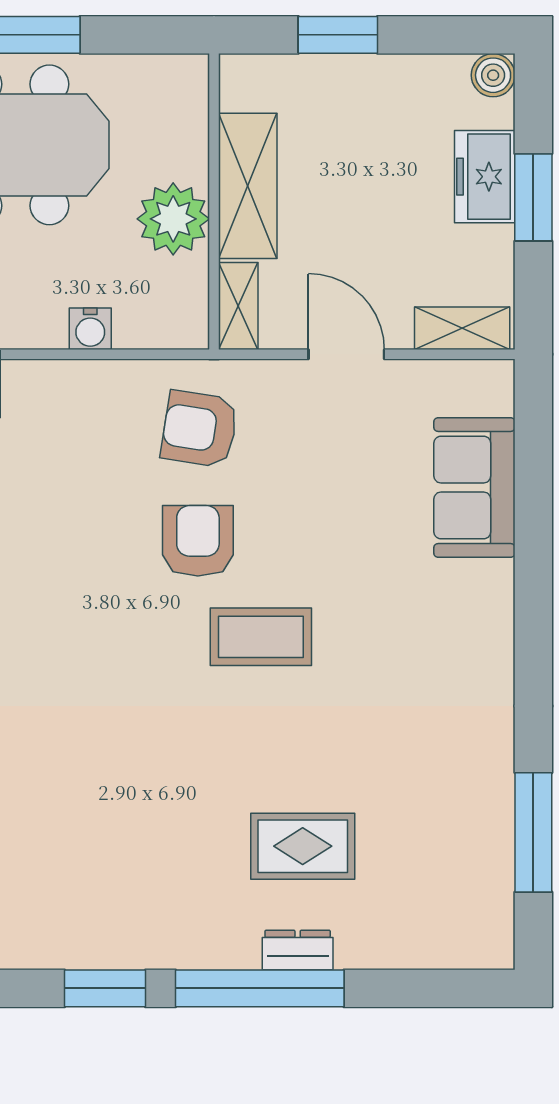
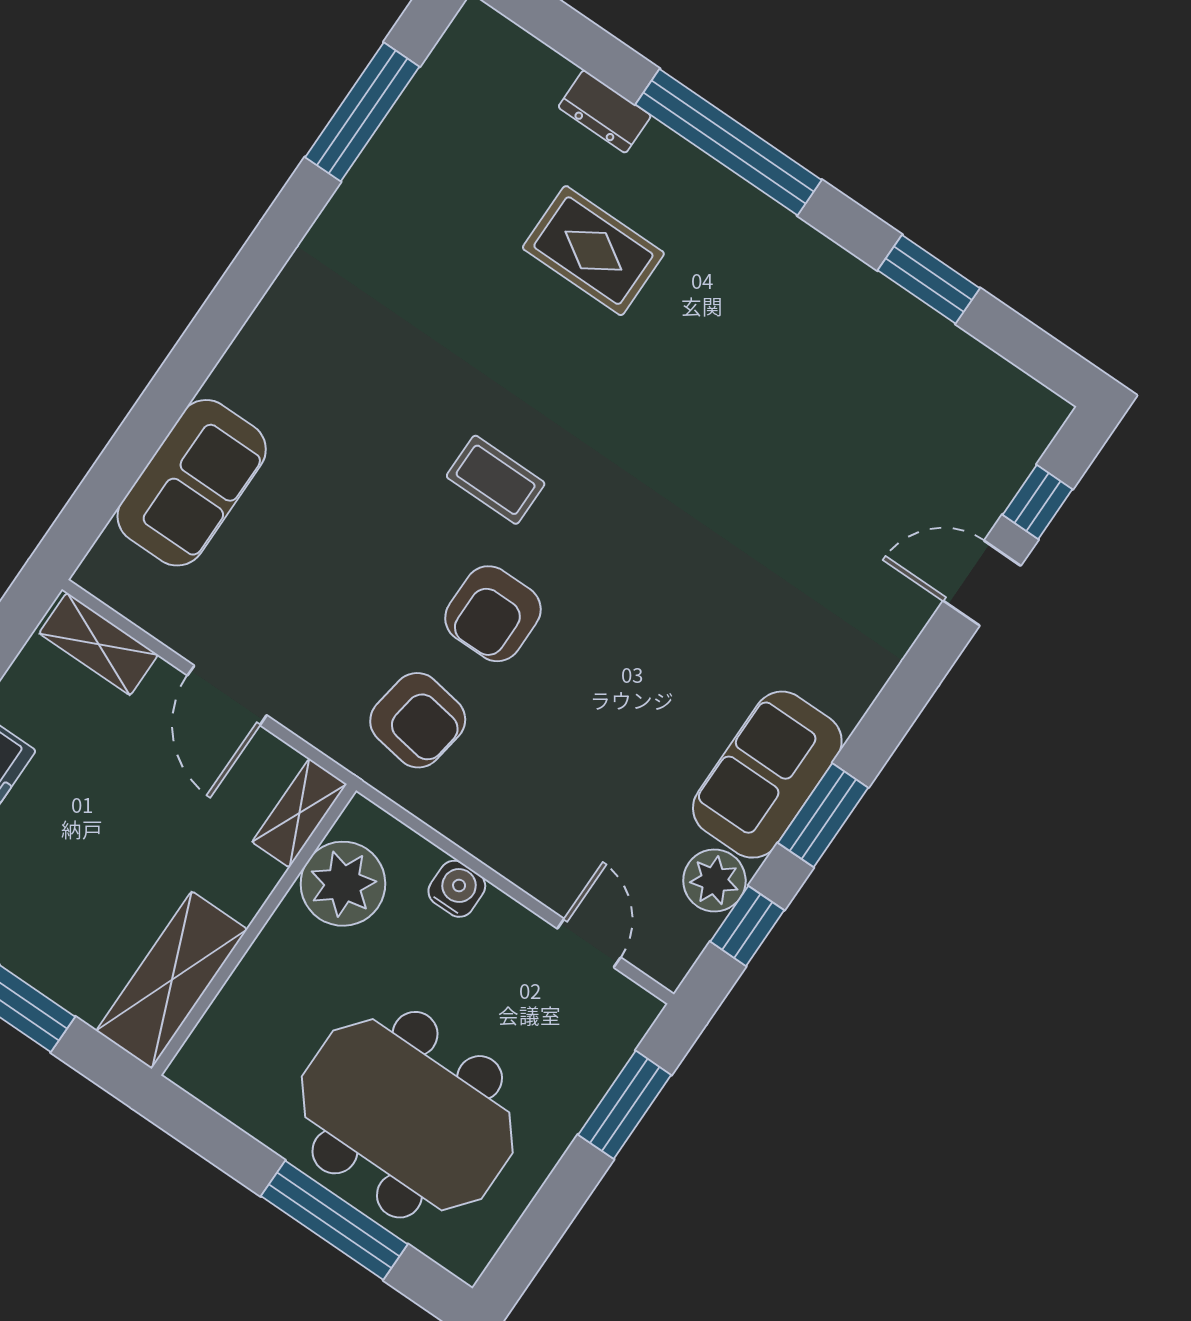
shelving: (248, 186) -> (172, 980), moved
plant: (173, 219) -> (343, 884), moved
coffee table: (261, 637) -> (496, 480), width x0.73, depth x0.77
dresser: (298, 950) -> (605, 112), moved
window: (105, 988) -> (929, 279), moved

